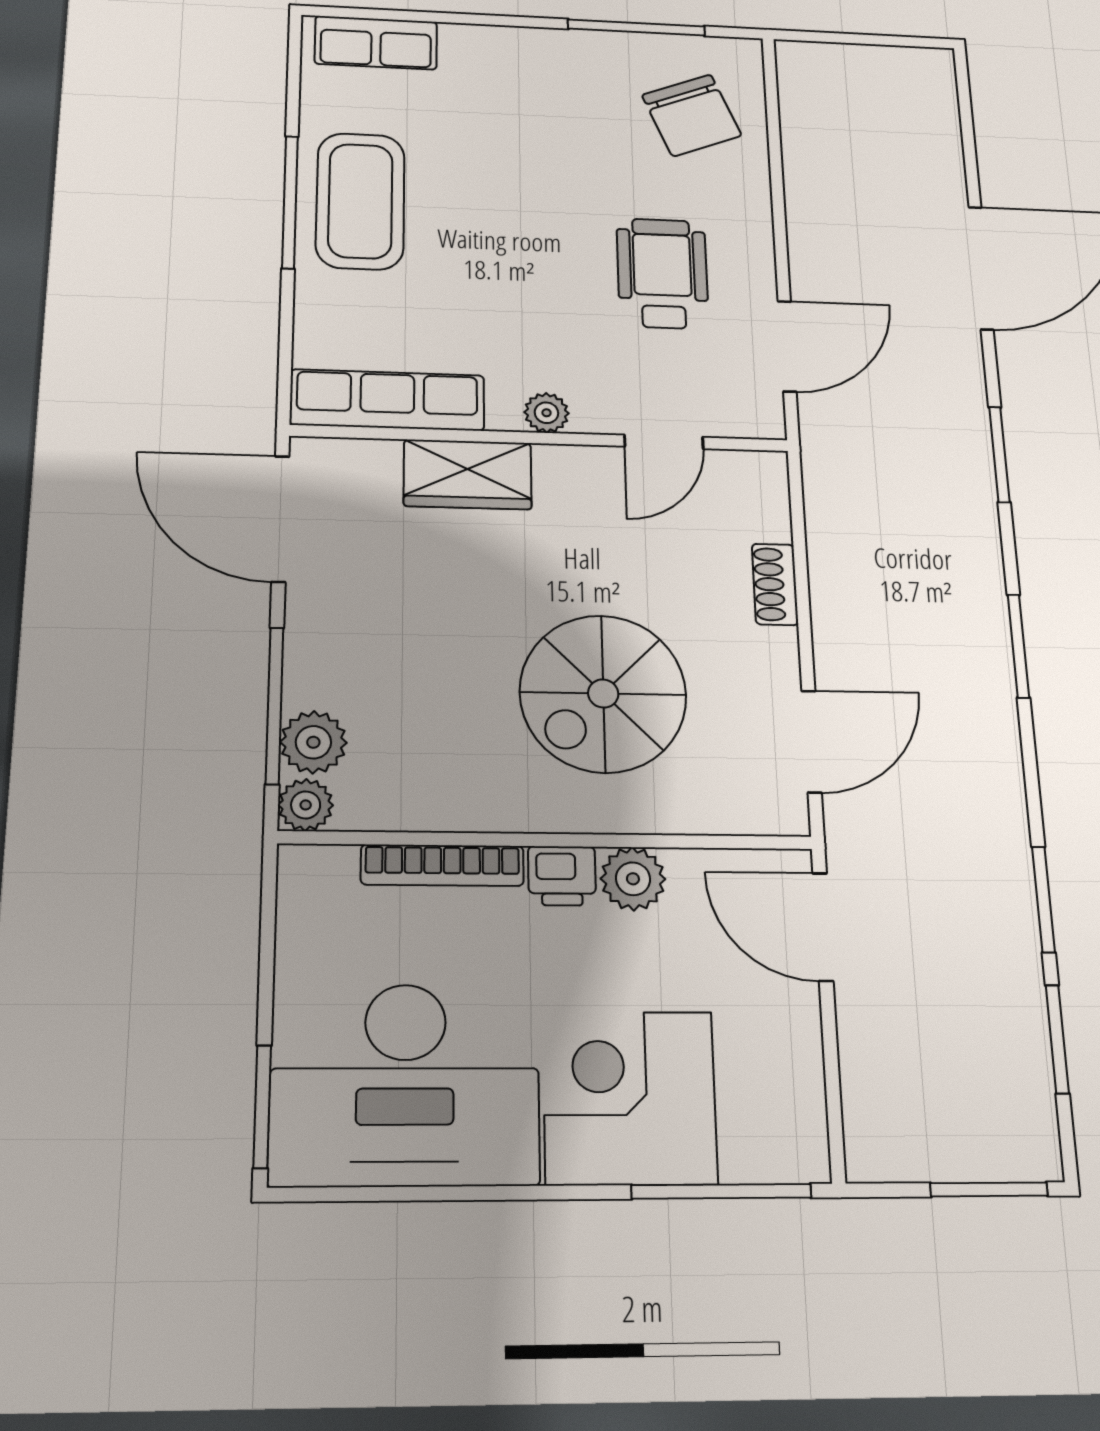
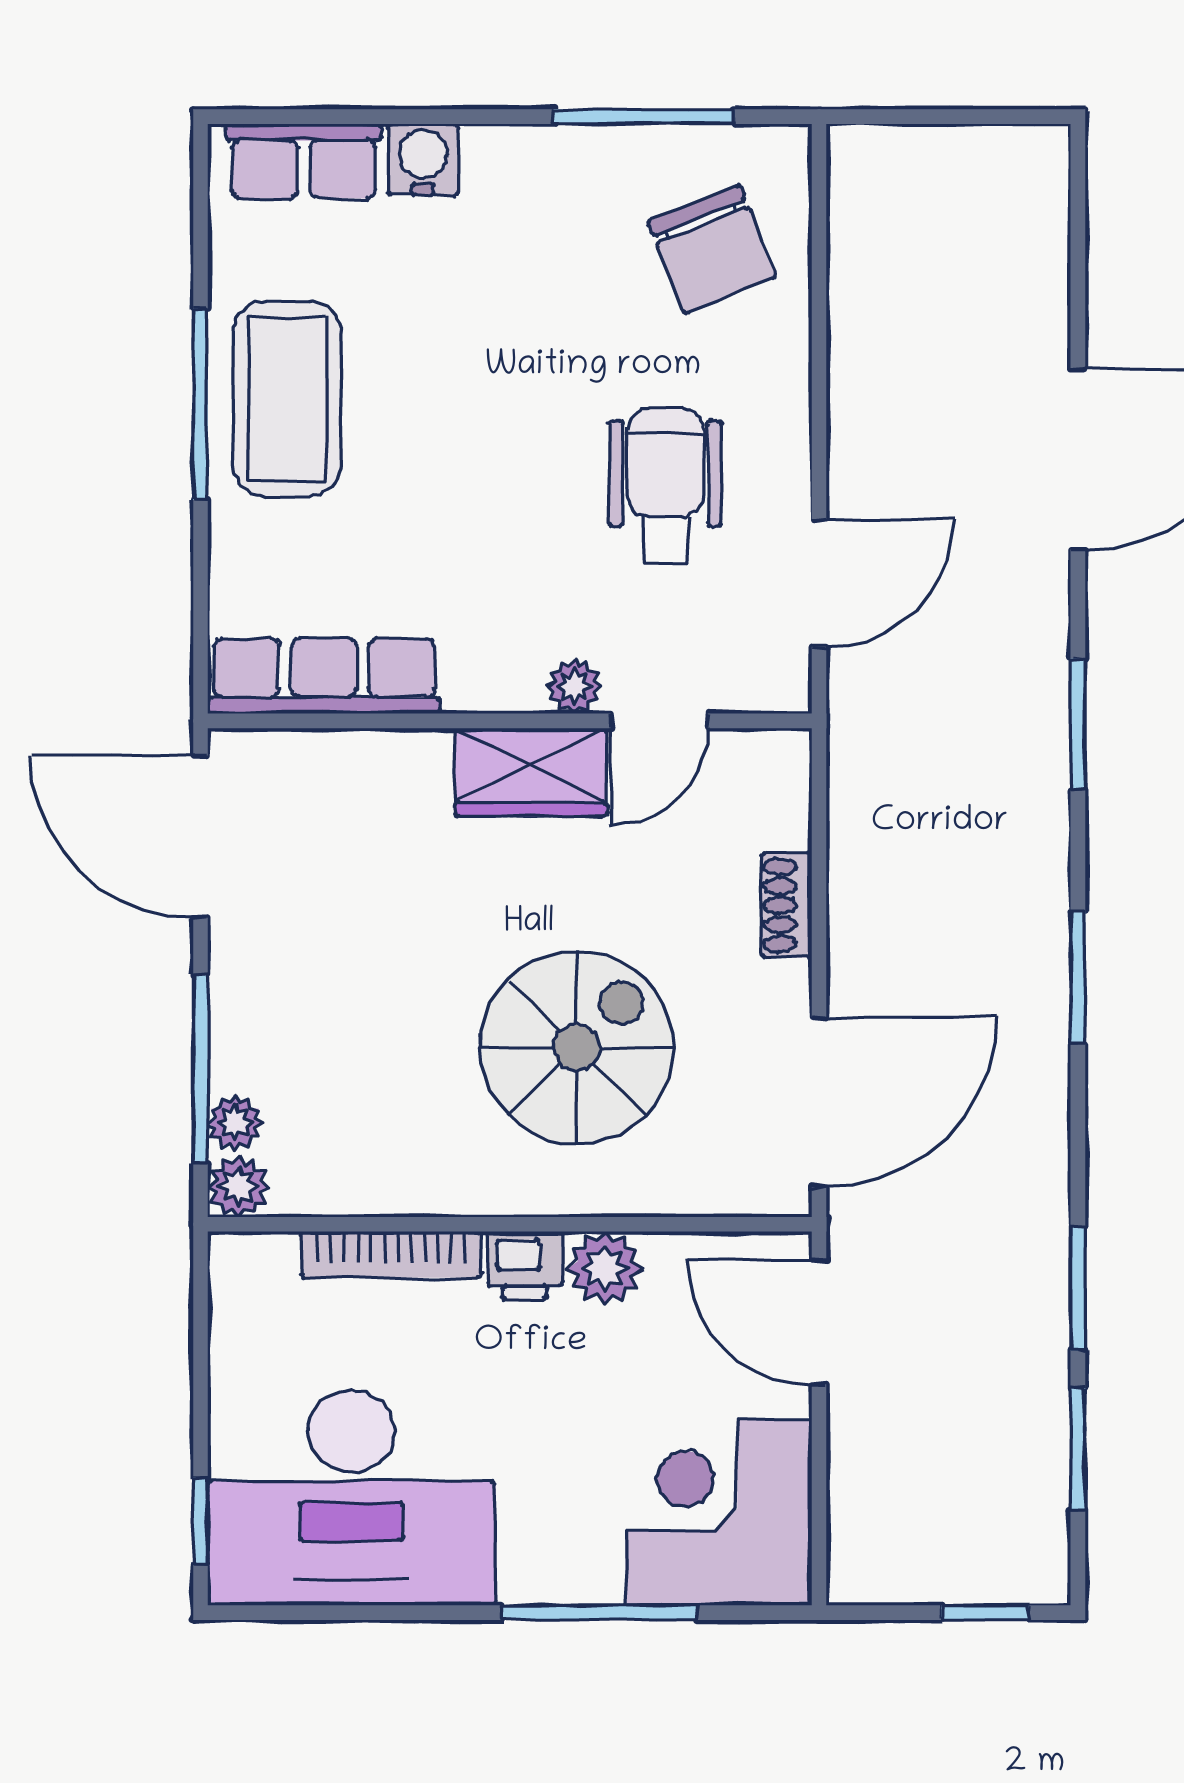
water cooler: (468, 46) -> (423, 159), added
plant: (546, 413) -> (574, 686), moved
wardrobe: (468, 474) -> (531, 772), moved
spiral stairs: (603, 693) -> (577, 1048), turned 180
door: (811, 741) -> (819, 1102), width x1.36
plant: (313, 742) -> (235, 1123), width x0.73, depth x0.73
corner desk: (630, 1098) -> (719, 1512), moved
window: (262, 1106) -> (200, 1521), width x0.67
window: (989, 1189) -> (985, 1613), width x0.67
window: (722, 1191) -> (600, 1613), moved

